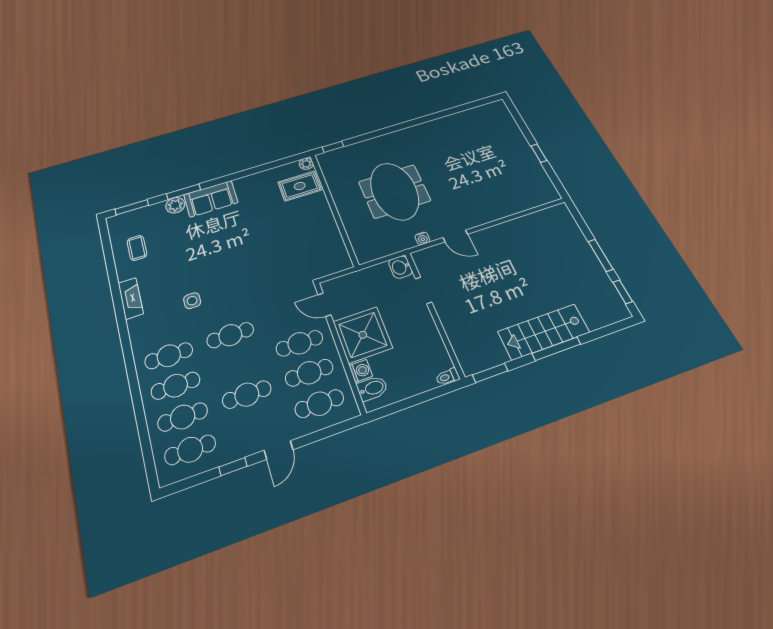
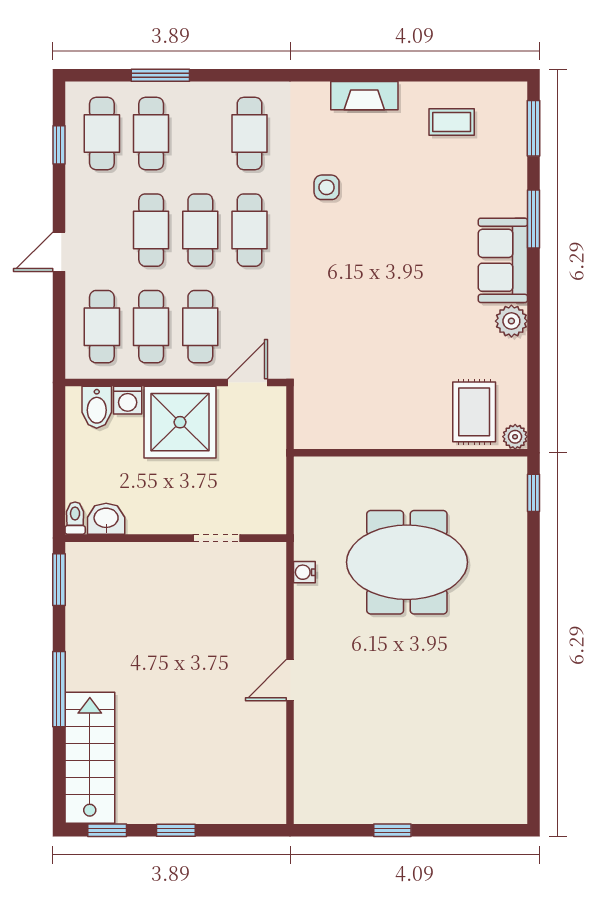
plant: (175, 205) -> (511, 321), moved
door: (455, 236) -> (290, 680), moved
window: (601, 255) -> (176, 830), width x0.67
washbasin: (400, 267) -> (106, 519), moved
stairs: (544, 332) -> (90, 758), moved
cafe table: (176, 386) -> (200, 230), moved
window: (142, 425) -> (160, 75), added
door: (279, 450) -> (59, 252), hinge flipped
window: (233, 467) -> (59, 145), moved

